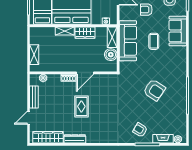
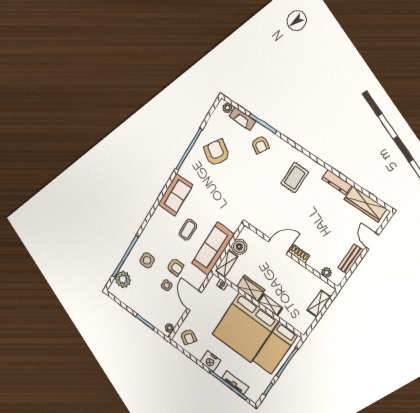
sofa: (178, 31) -> (175, 195), moved
armchair: (154, 90) -> (217, 153), moved
rug: (81, 106) -> (295, 178), moved
door: (29, 118) -> (372, 241), swing flipped

